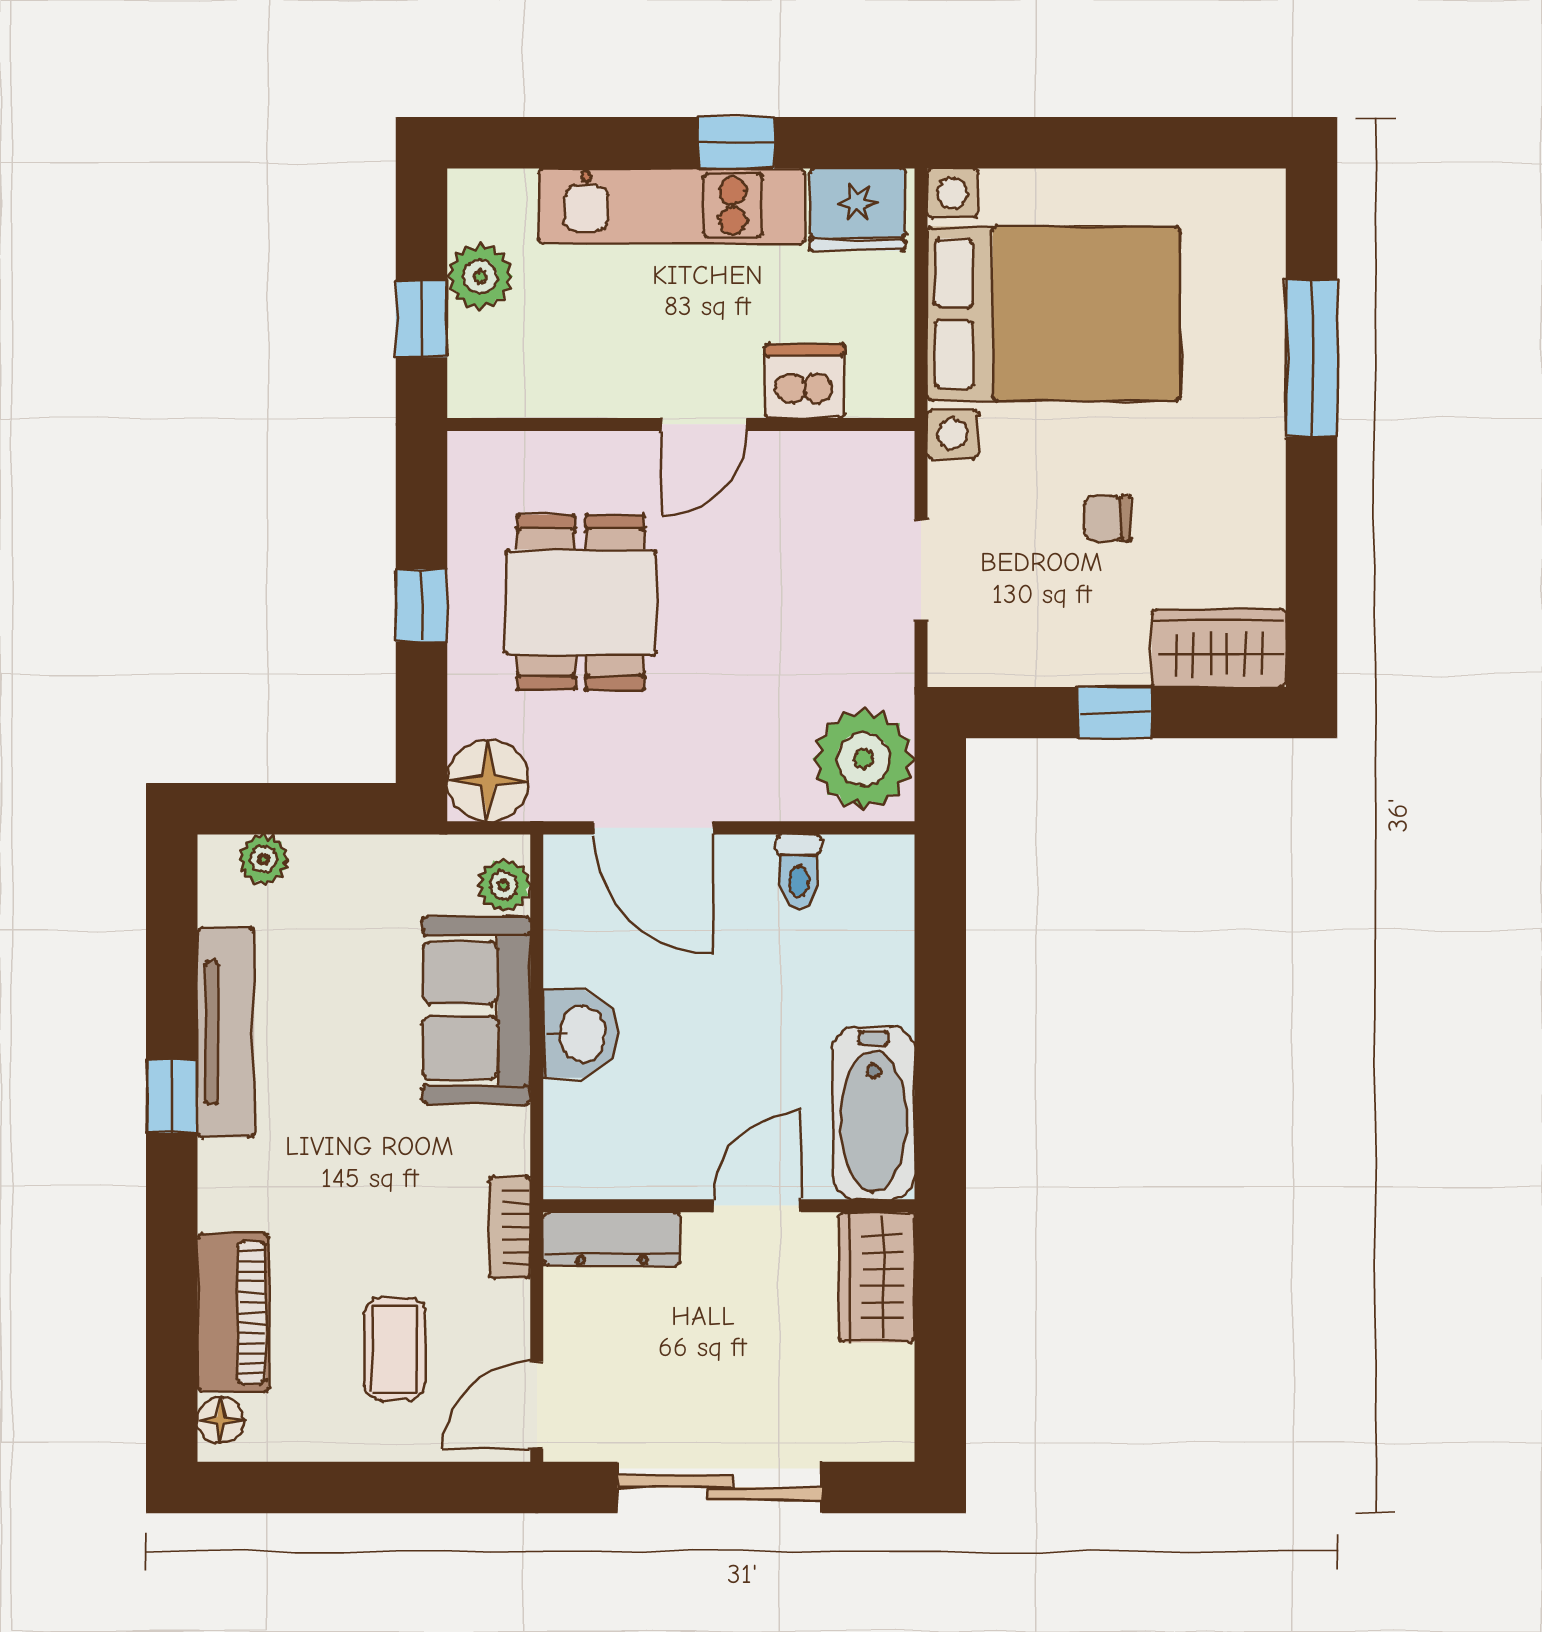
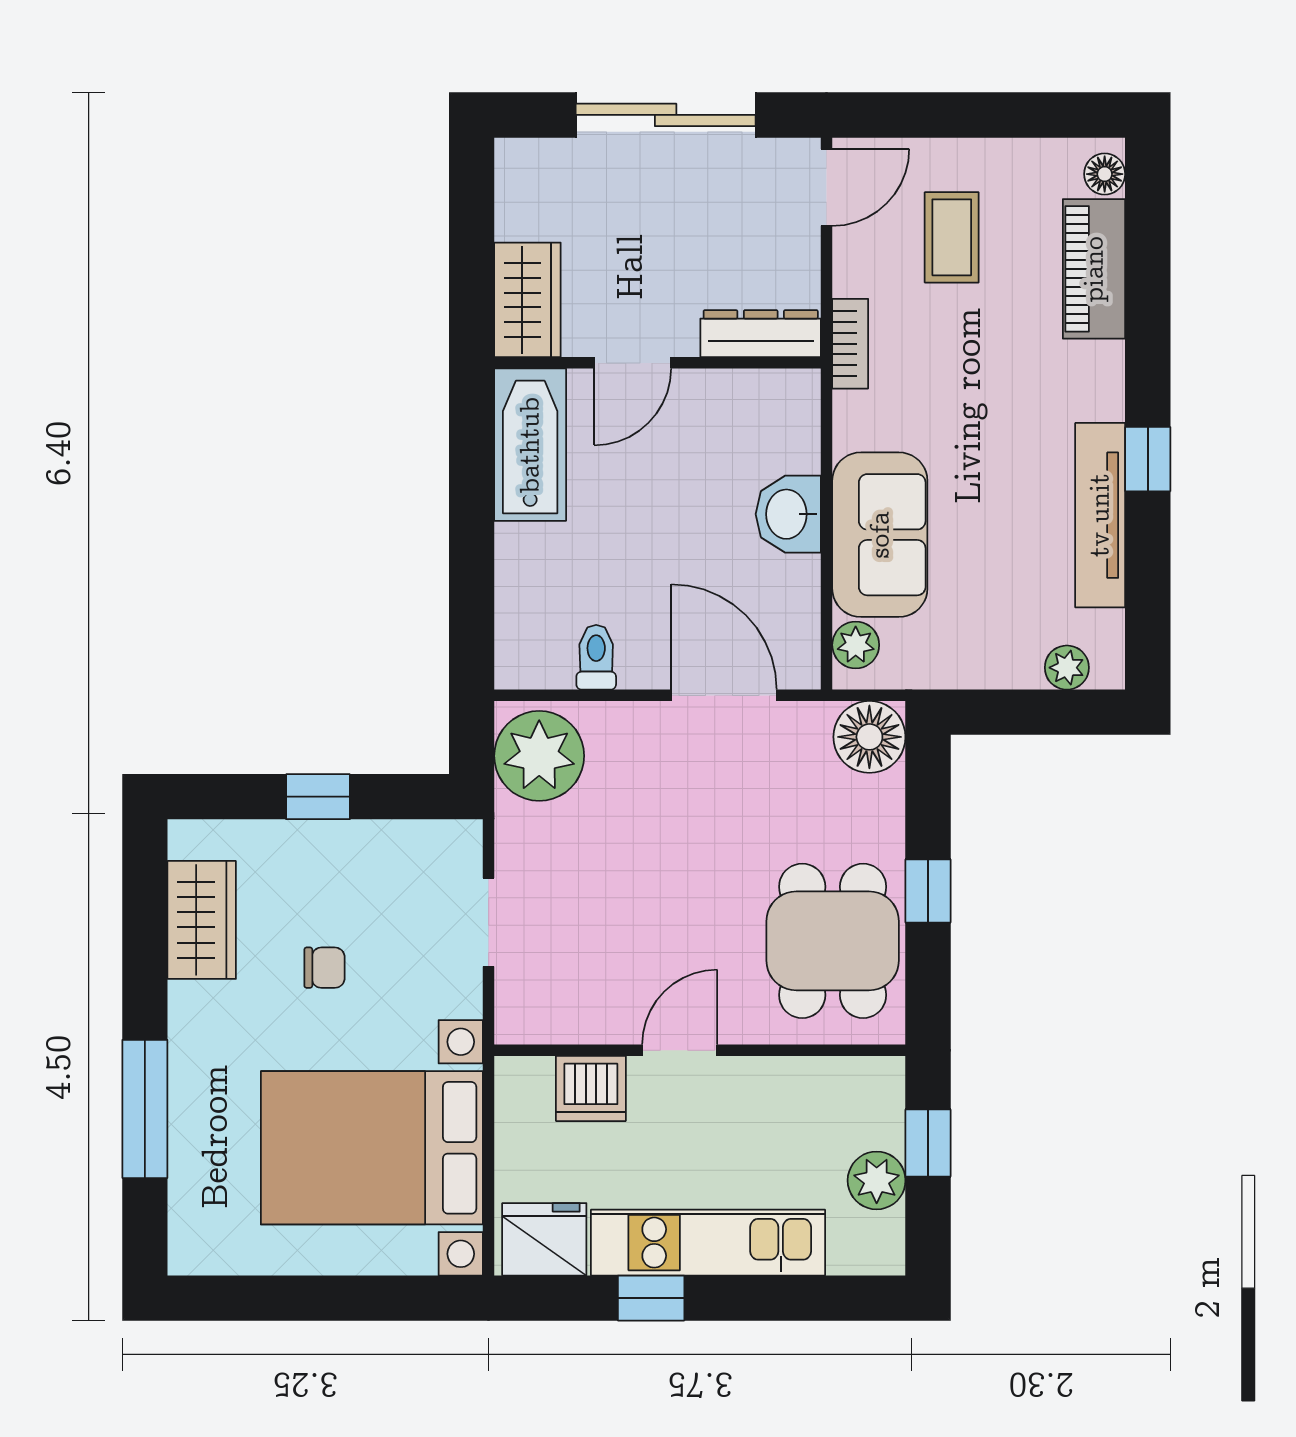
dining table: (581, 602) -> (833, 941), moved
wardrobe: (1219, 648) -> (202, 920), moved, turned -90

